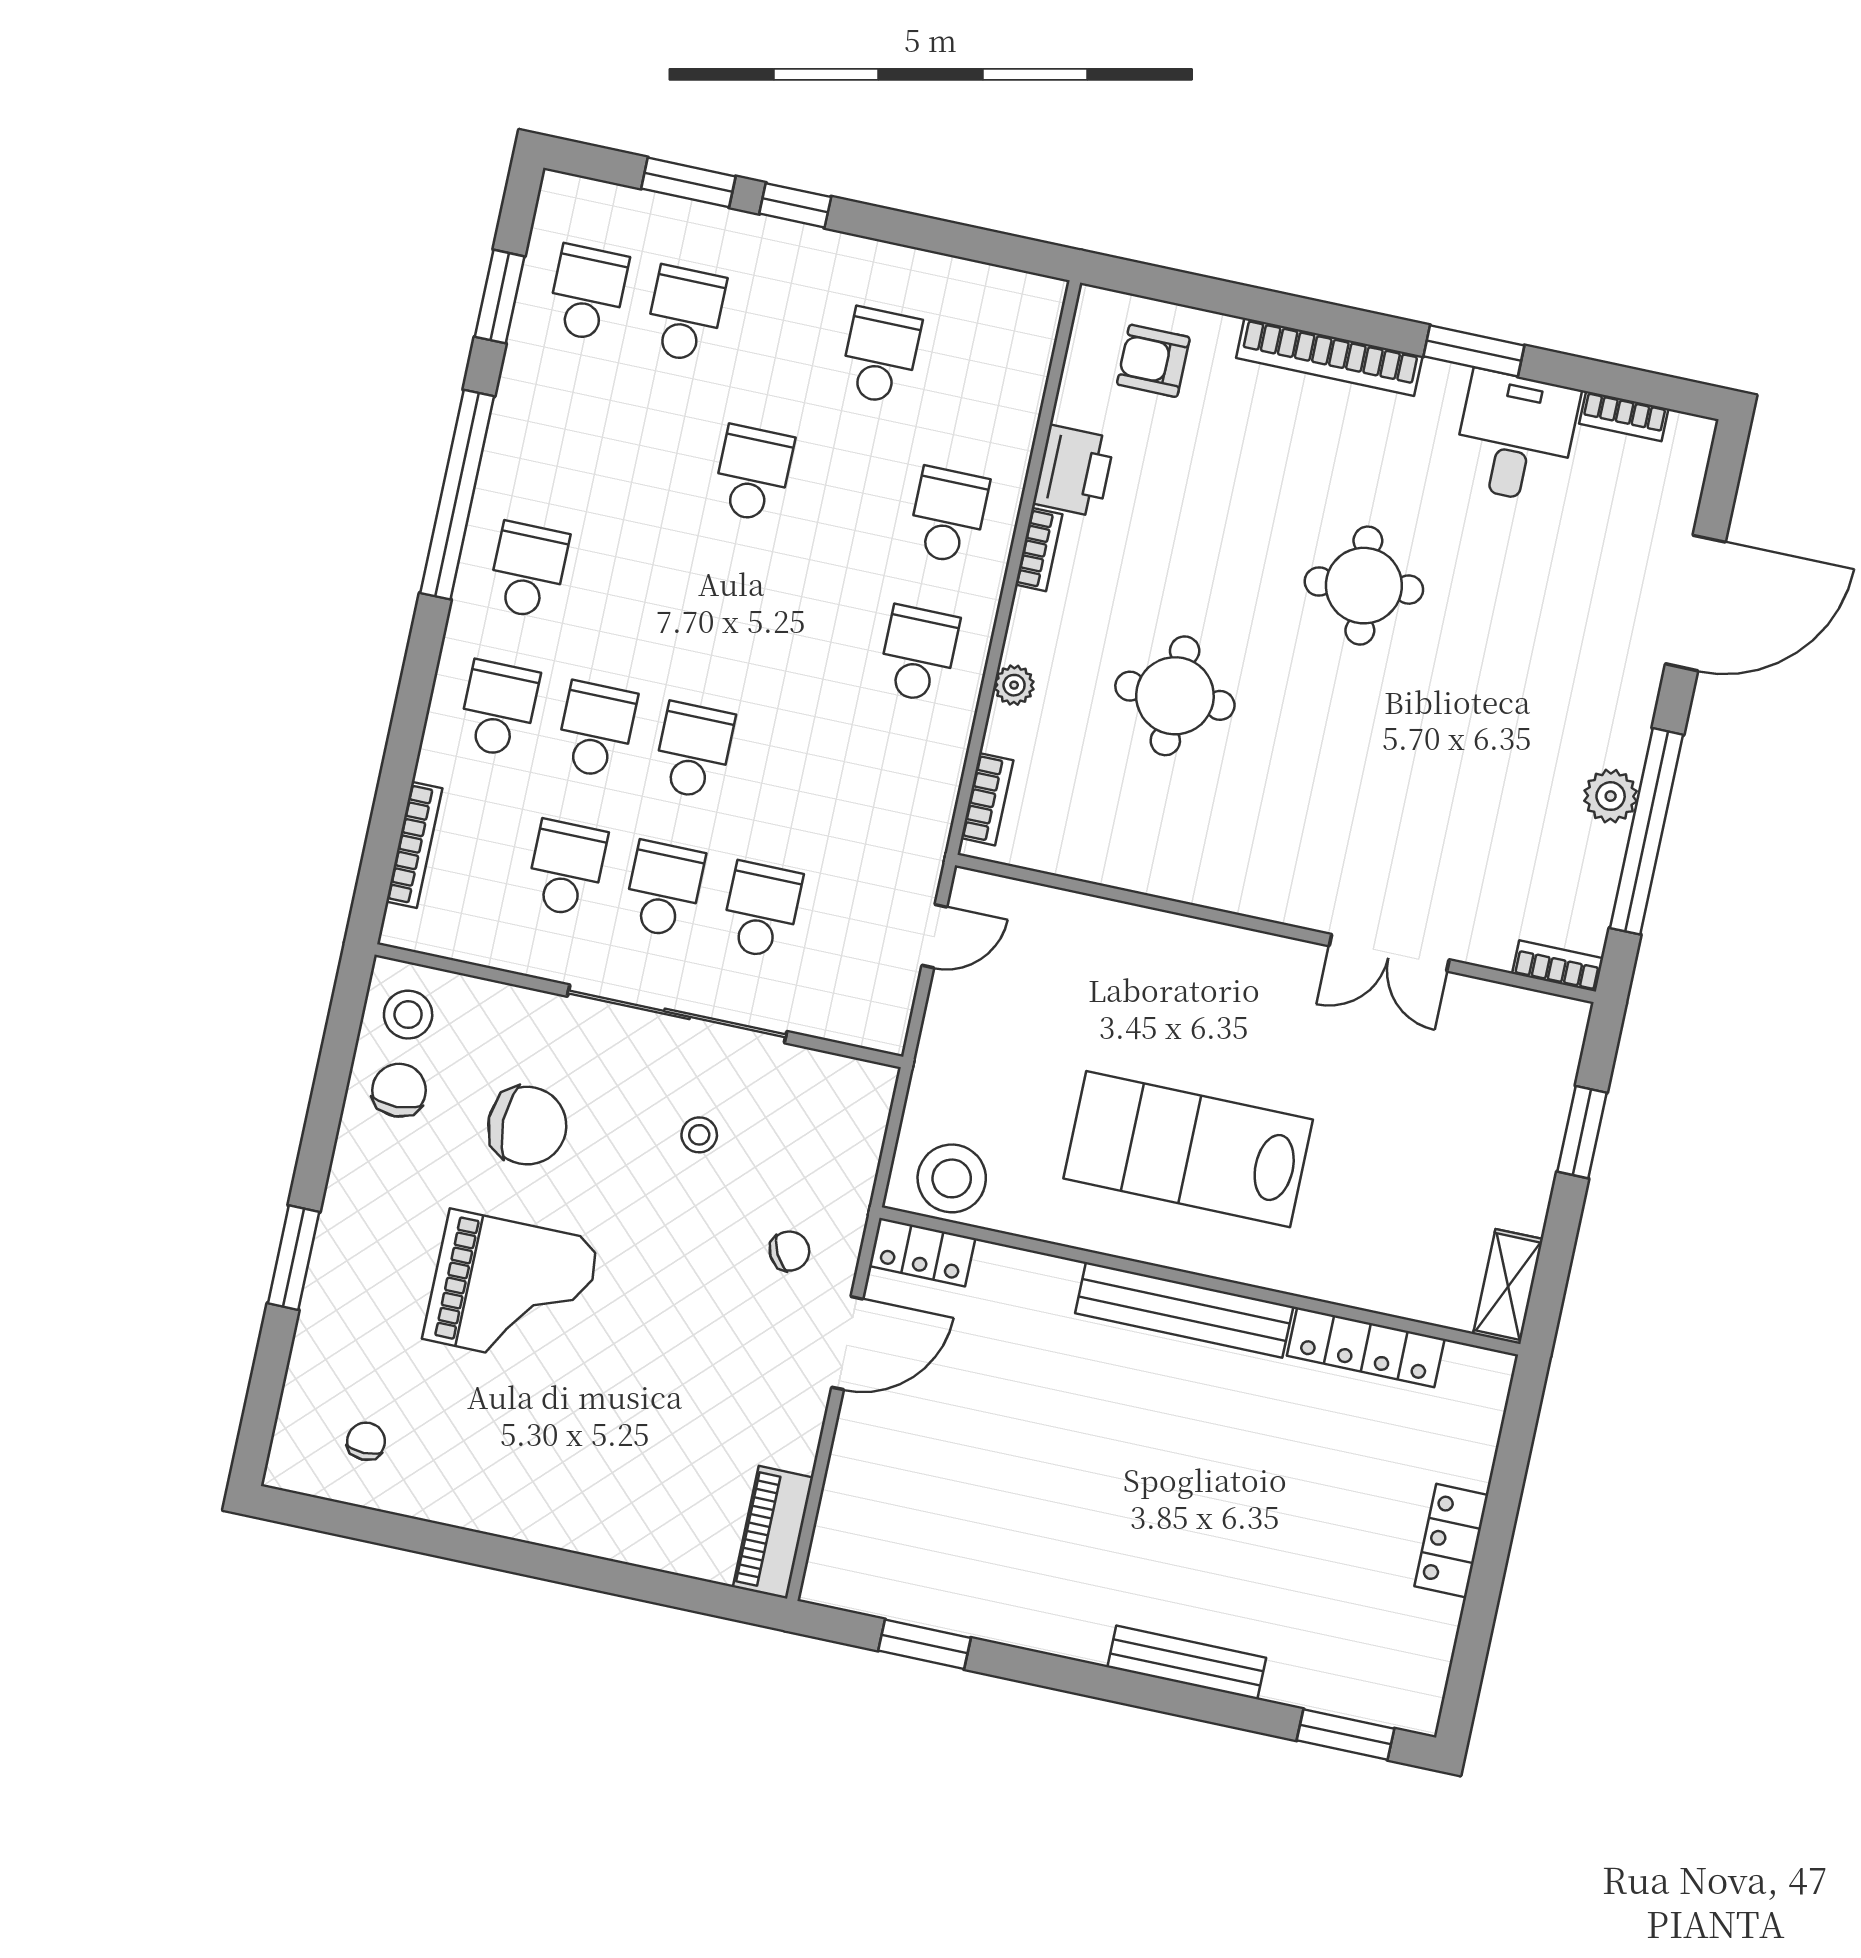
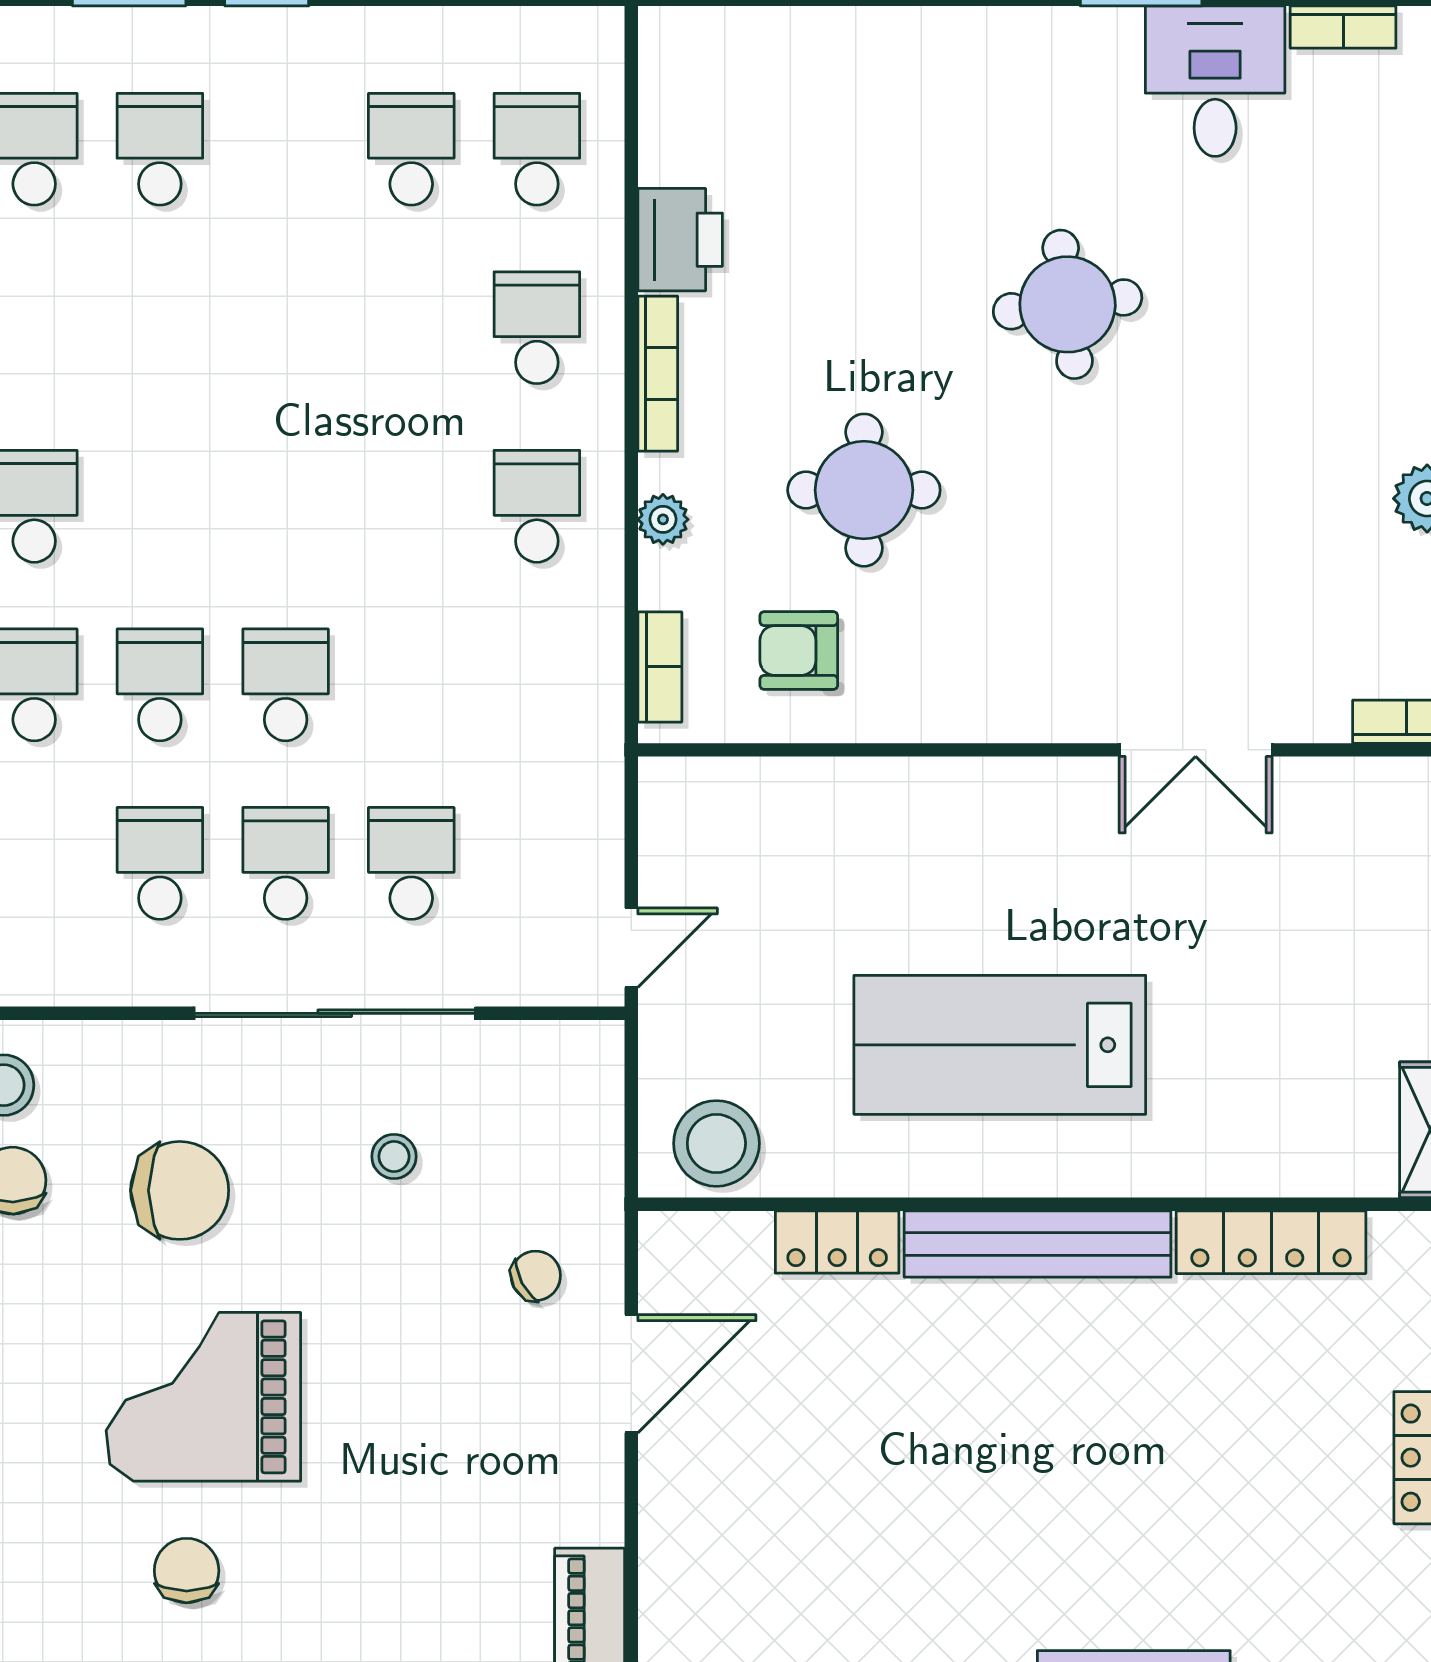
bookcase: (1329, 357) -> (965, 32), removed
armchair: (1153, 361) -> (799, 651), moved
school desk: (753, 474) -> (537, 149), moved
bookcase: (1039, 549) -> (658, 374), width x1.56
door: (934, 936) -> (631, 948), moved
locker: (922, 1252) -> (837, 1242), moved
grand piano: (511, 1290) -> (203, 1397), turned 180
chair: (366, 1441) -> (187, 1571), moved, width x1.37, depth x1.37

